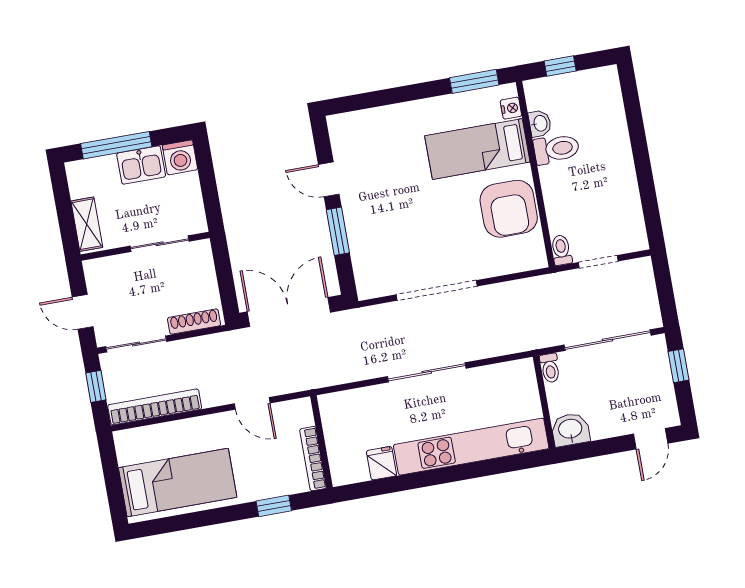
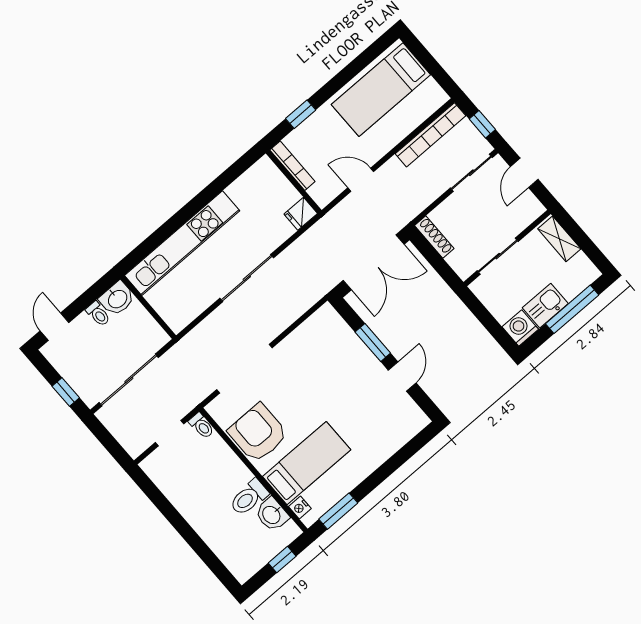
washbasin: (540, 123) -> (272, 515), width x1.38, depth x1.45
door: (329, 179) -> (402, 376), hinge flipped
doorway: (437, 290) -> (244, 369), moved
door: (83, 312) -> (524, 173), swing flipped
shoe rack: (194, 322) -> (434, 237), moved, turned -90
toilet: (550, 368) -> (98, 314), moved, turned 180
fridge: (382, 463) -> (301, 214), moved, turned 90

